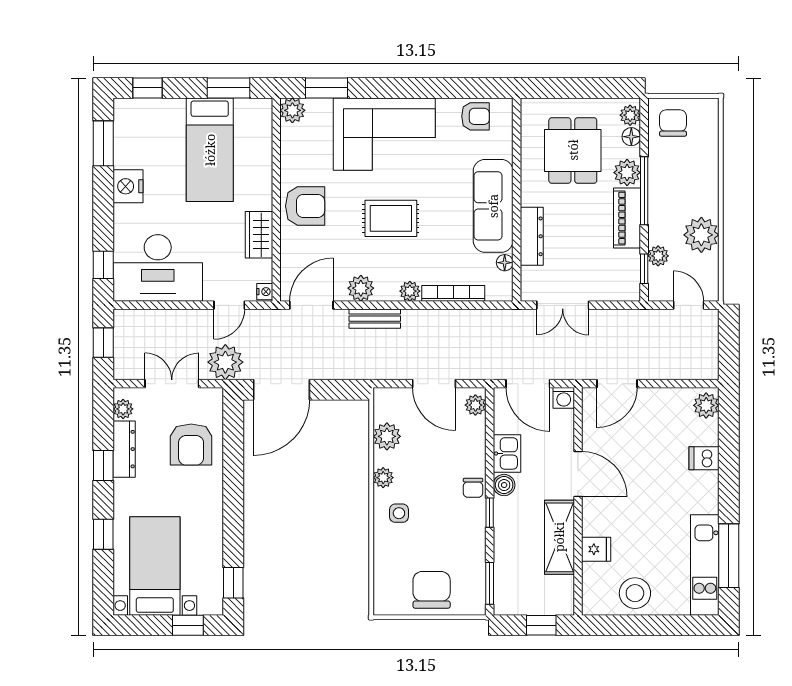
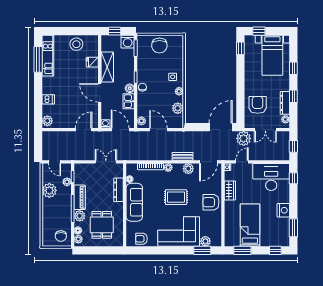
plant: (292, 110) -> (205, 241), moved
washing machine: (509, 599) -> (128, 42), added

